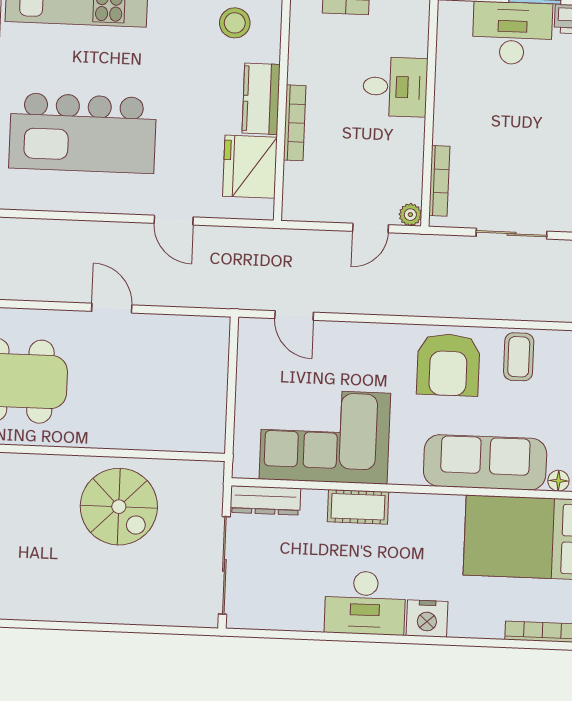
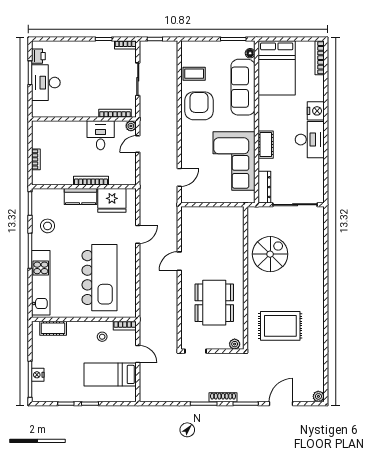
stool: (235, 23) -> (48, 226), moved
desk: (395, 87) -> (101, 135), moved
door: (370, 228) -> (138, 144), swing flipped
armchair: (448, 365) -> (199, 106), turned -90

